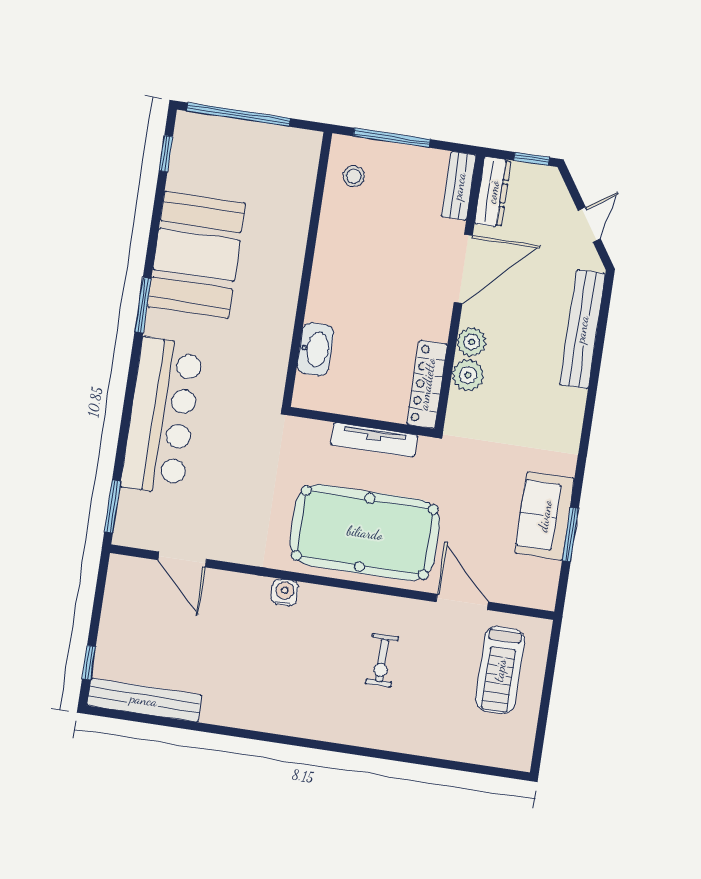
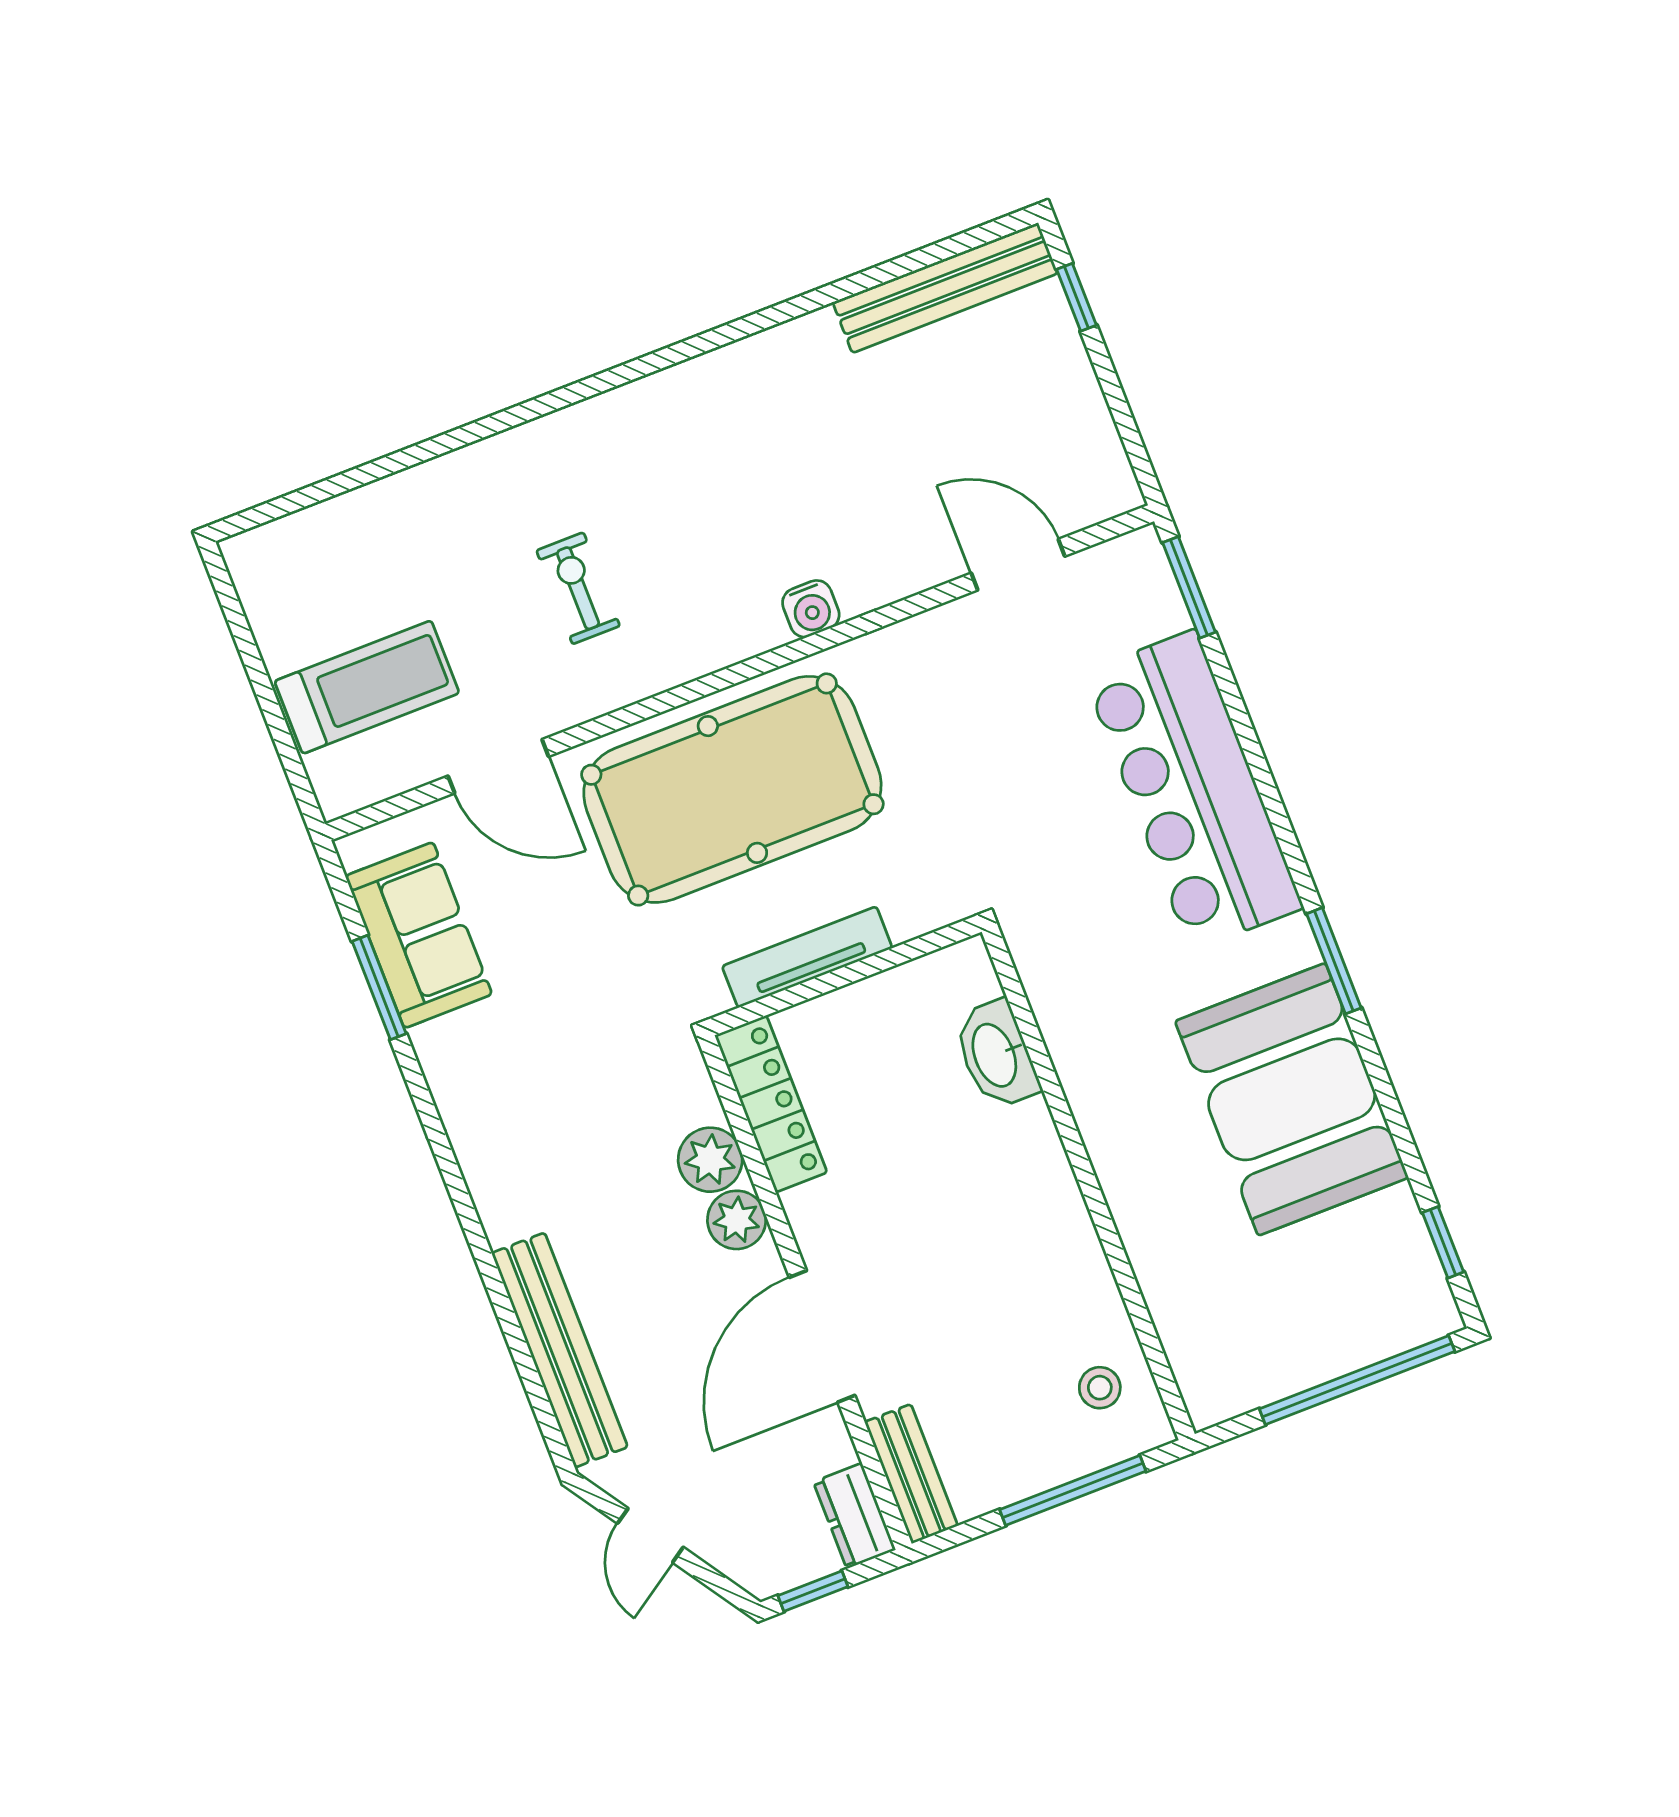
dresser: (493, 192) -> (854, 1516), width x0.70
sofa: (545, 516) -> (419, 935), moved
treadmill: (500, 670) -> (367, 687), turned 90

